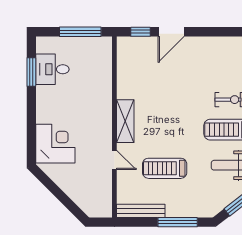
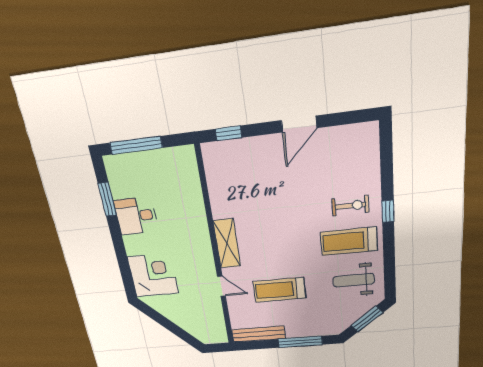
window: (80, 32) -> (136, 145), moved
door: (171, 32) -> (299, 124), moved
desk: (53, 69) -> (136, 216), moved

